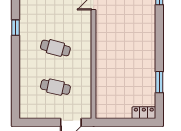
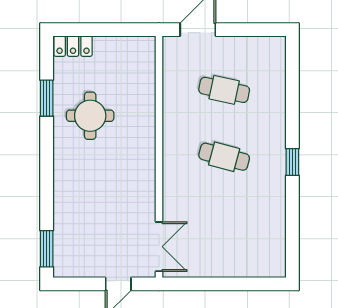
window: (16, 28) -> (292, 162), moved
round table: (134, 72) -> (90, 116), added

